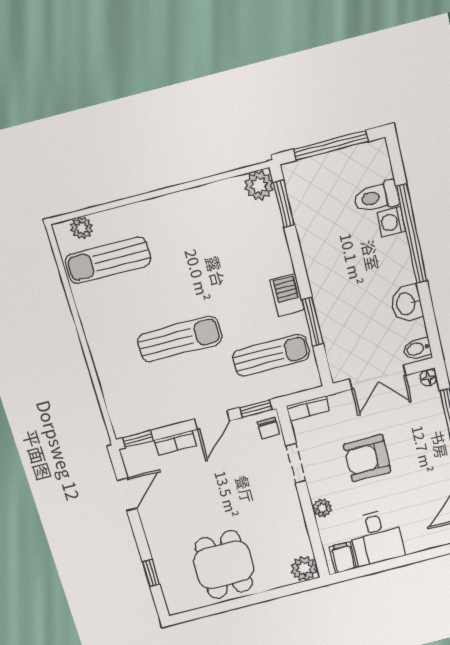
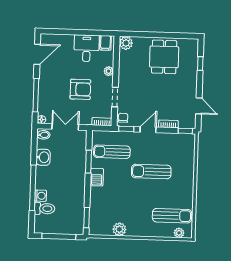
plant: (259, 185) -> (119, 229), moved
door: (127, 494) -> (199, 106), swing flipped

